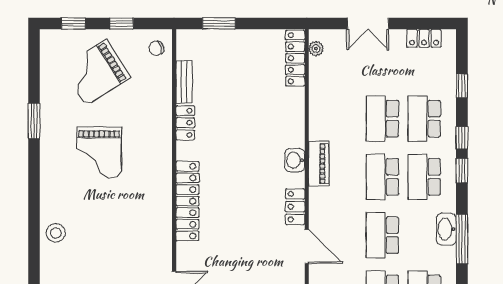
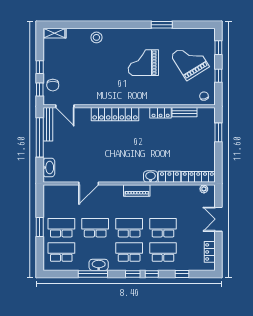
washbasin: (295, 160) -> (151, 177), moved
locker: (295, 207) -> (169, 177), moved

